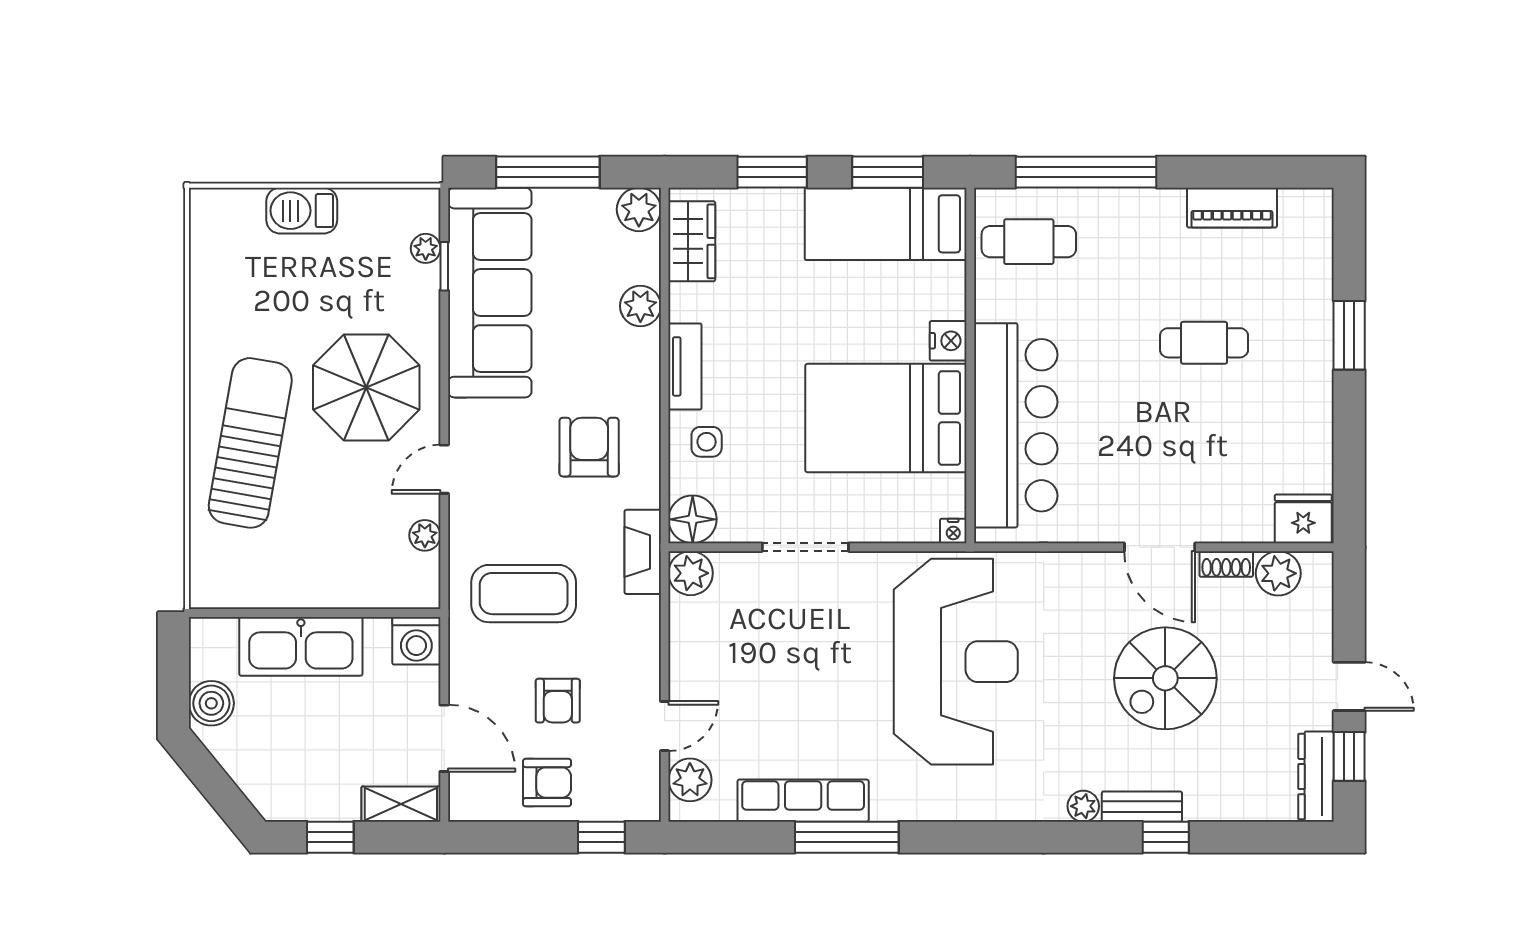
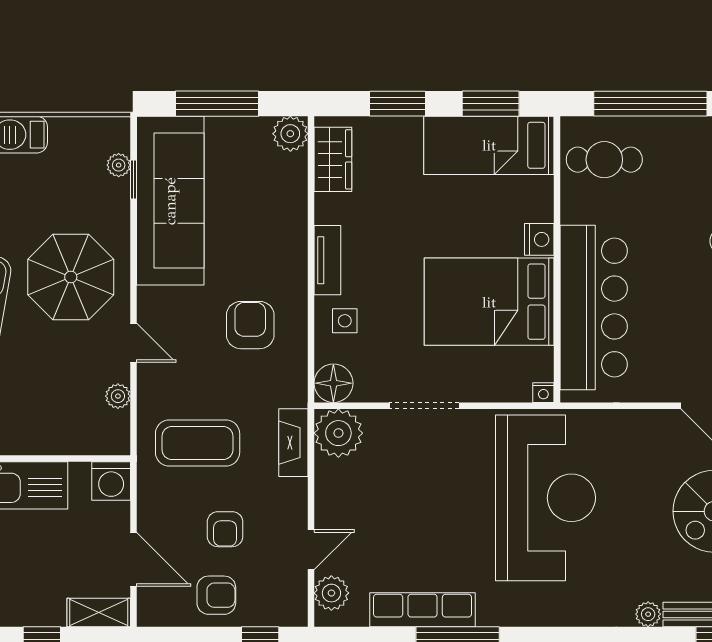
plant: (640, 306) -> (292, 211), removed
door: (444, 469) -> (134, 343), swing flipped
fireplace: (643, 552) -> (293, 443), moved
plant: (691, 573) -> (338, 433), width x1.36, depth x1.36

